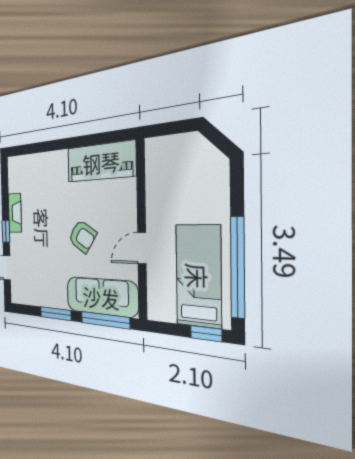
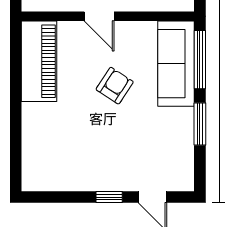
fireplace: (15, 213) -> (87, 182), removed
door: (142, 248) -> (99, 16), moved

